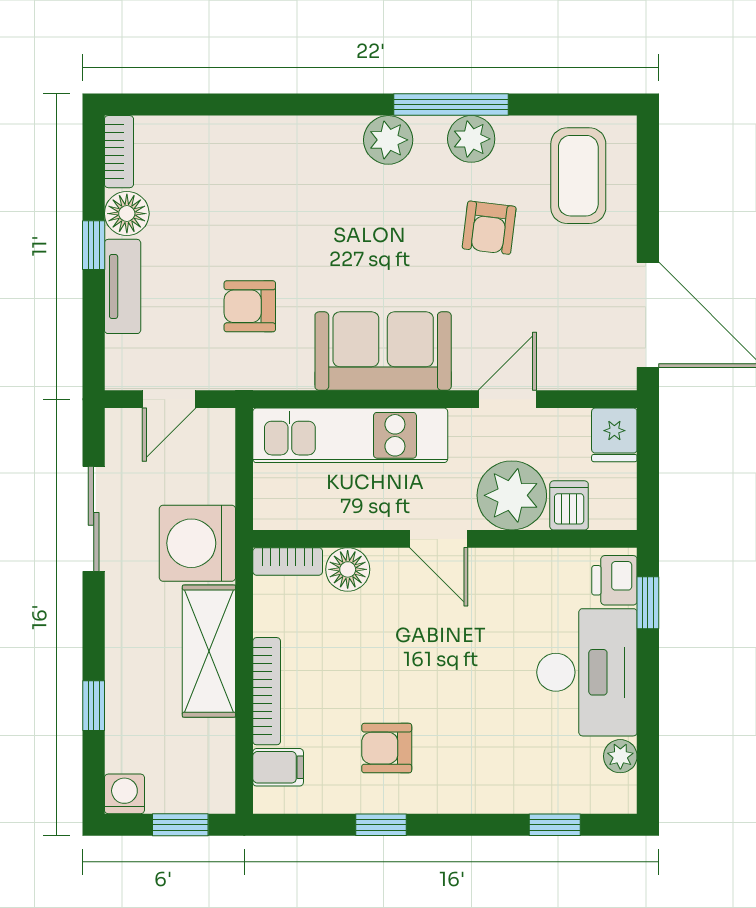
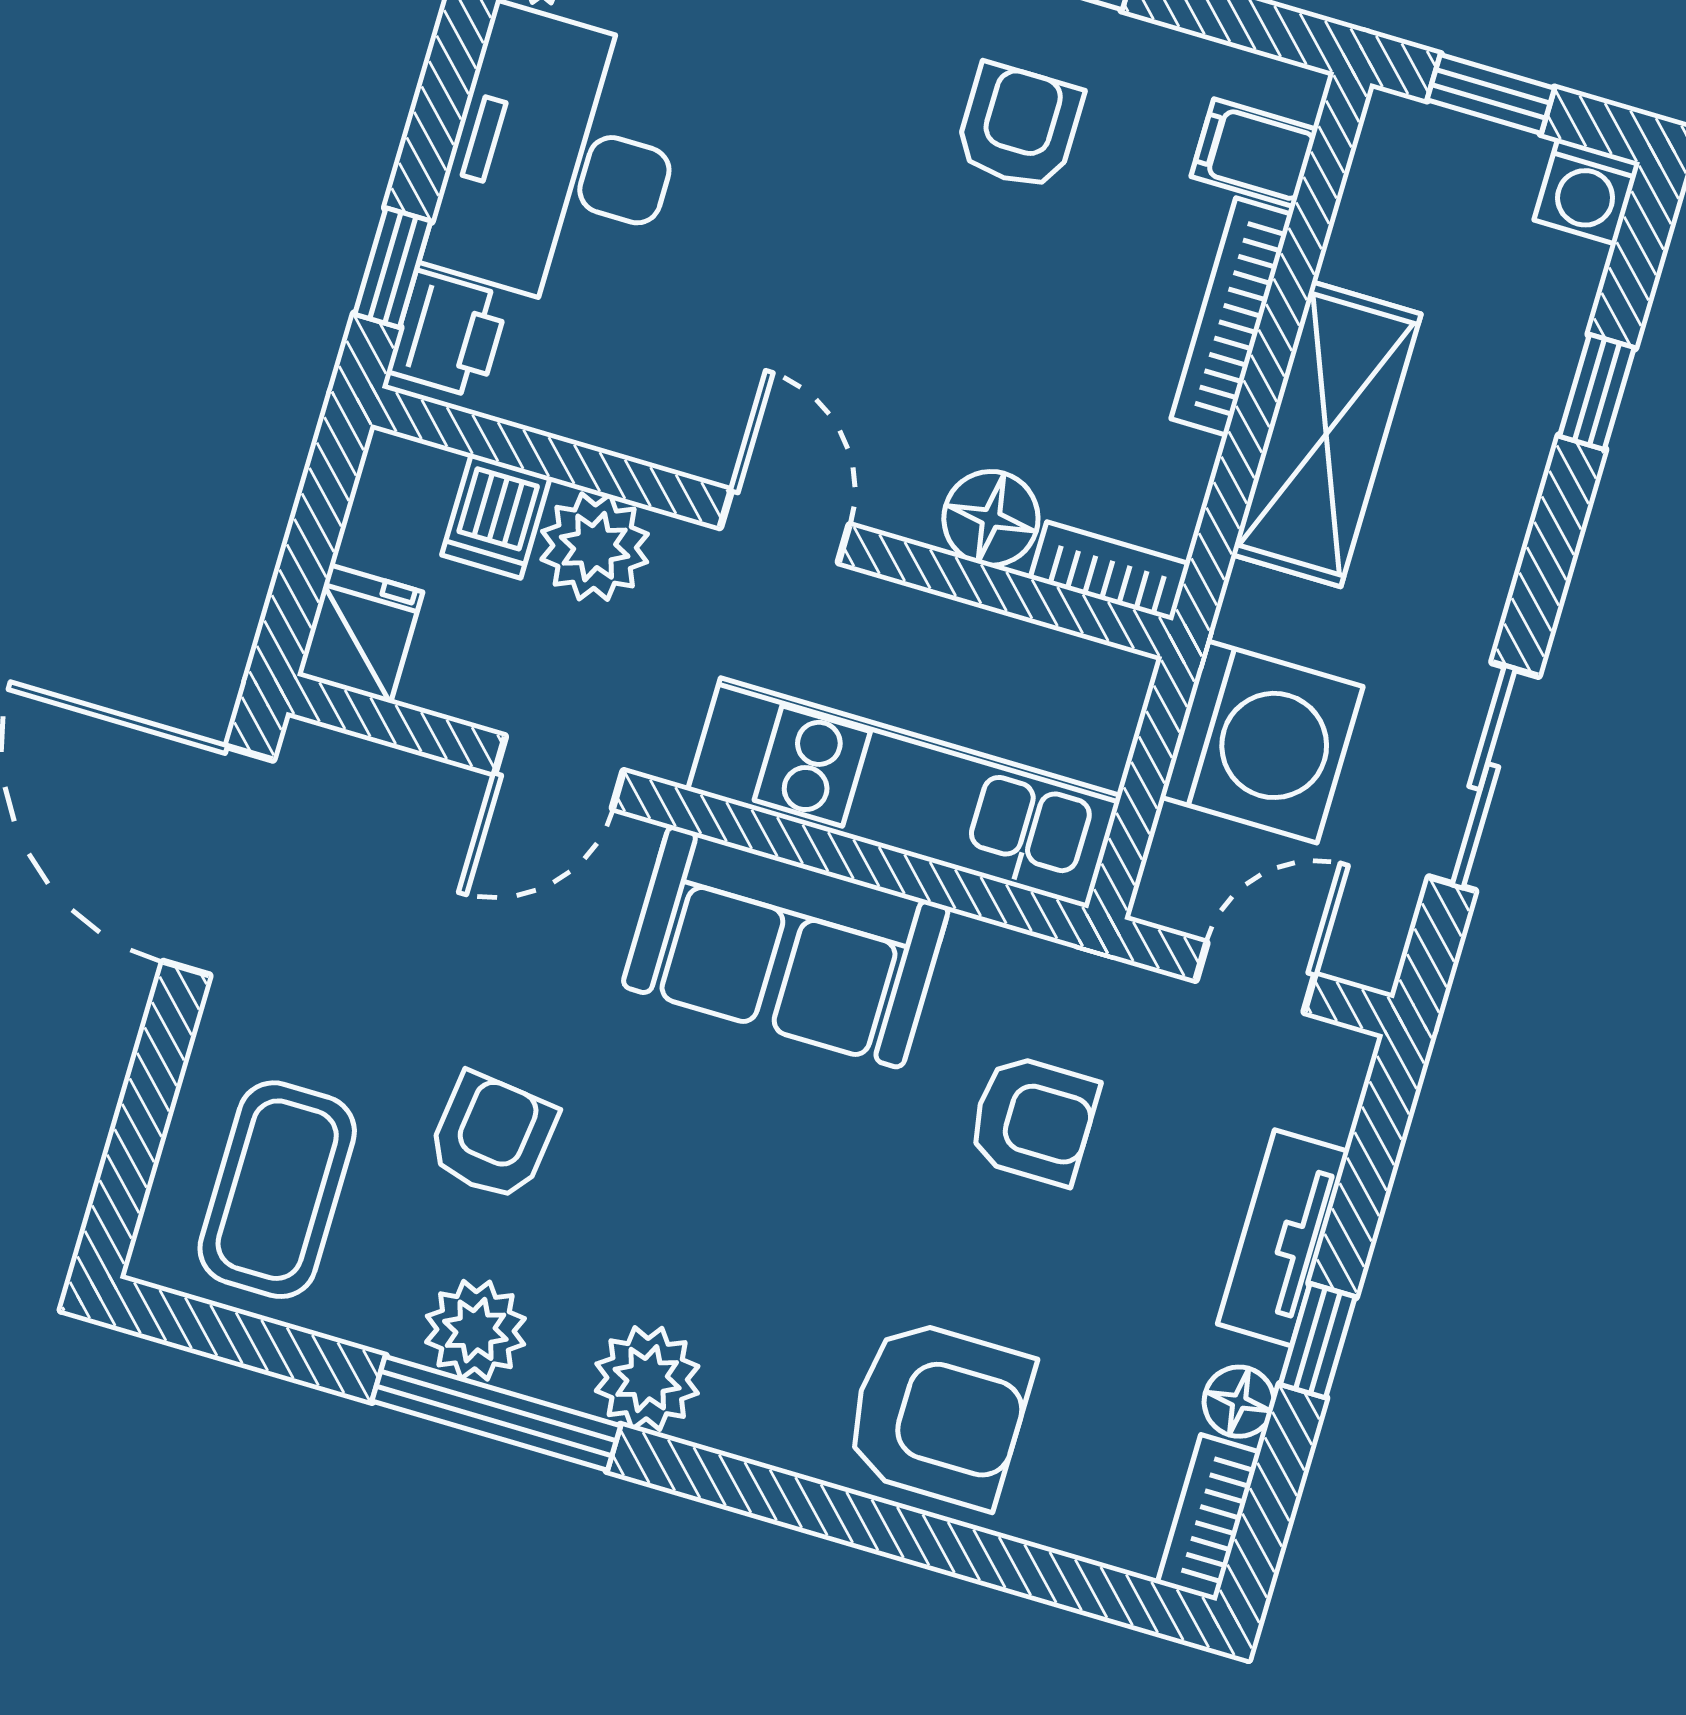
armchair: (254, 163) -> (938, 1413), added
floor lamp: (127, 214) -> (1239, 1402), width x0.73, depth x0.73
plant: (512, 495) -> (595, 547), width x0.73, depth x0.73
washing machine: (197, 543) -> (1262, 742), moved
armchair: (387, 748) -> (1019, 127), turned -90

